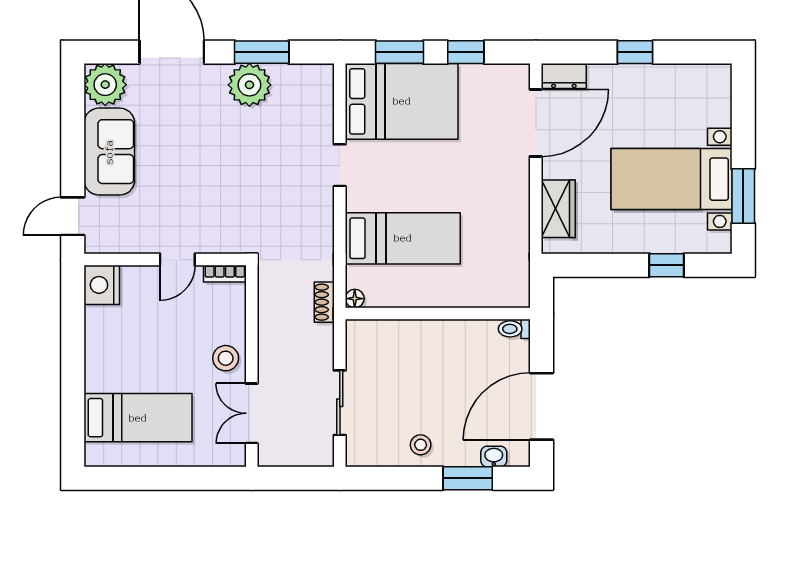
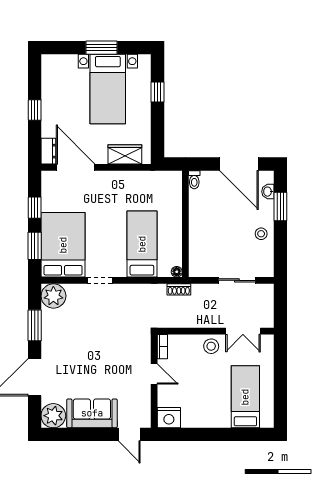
plant: (249, 85) -> (53, 296), moved
window: (743, 196) -> (102, 48), moved

